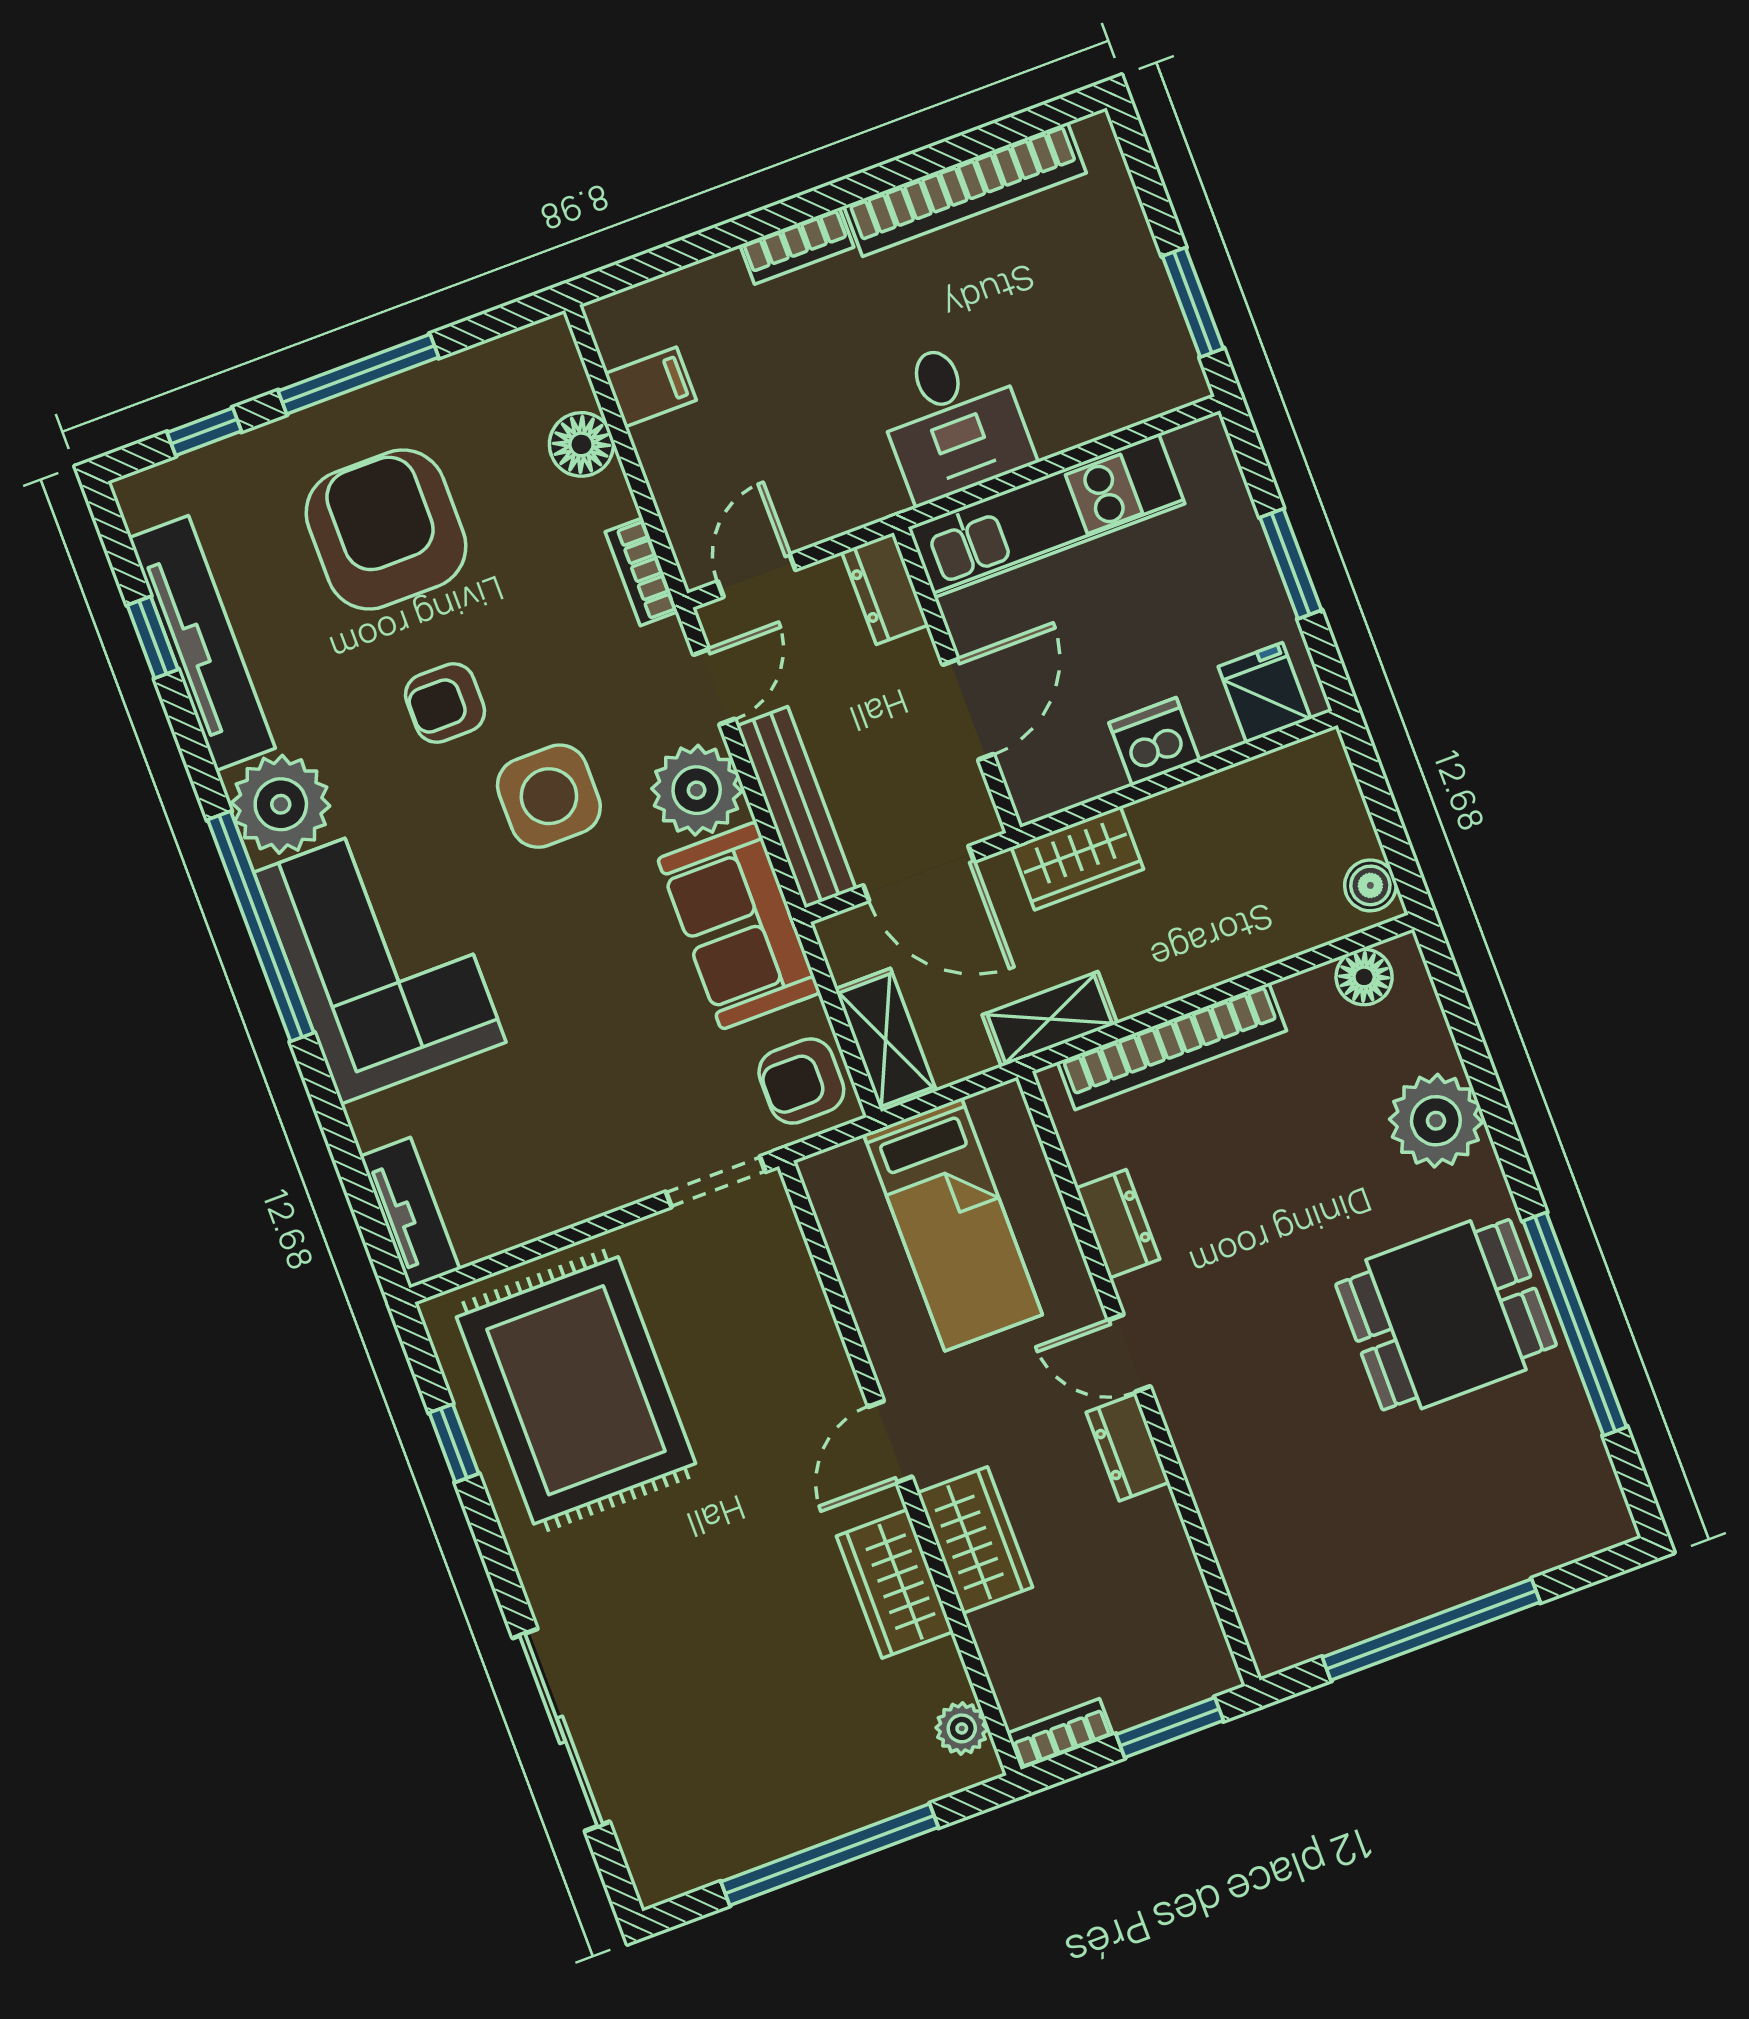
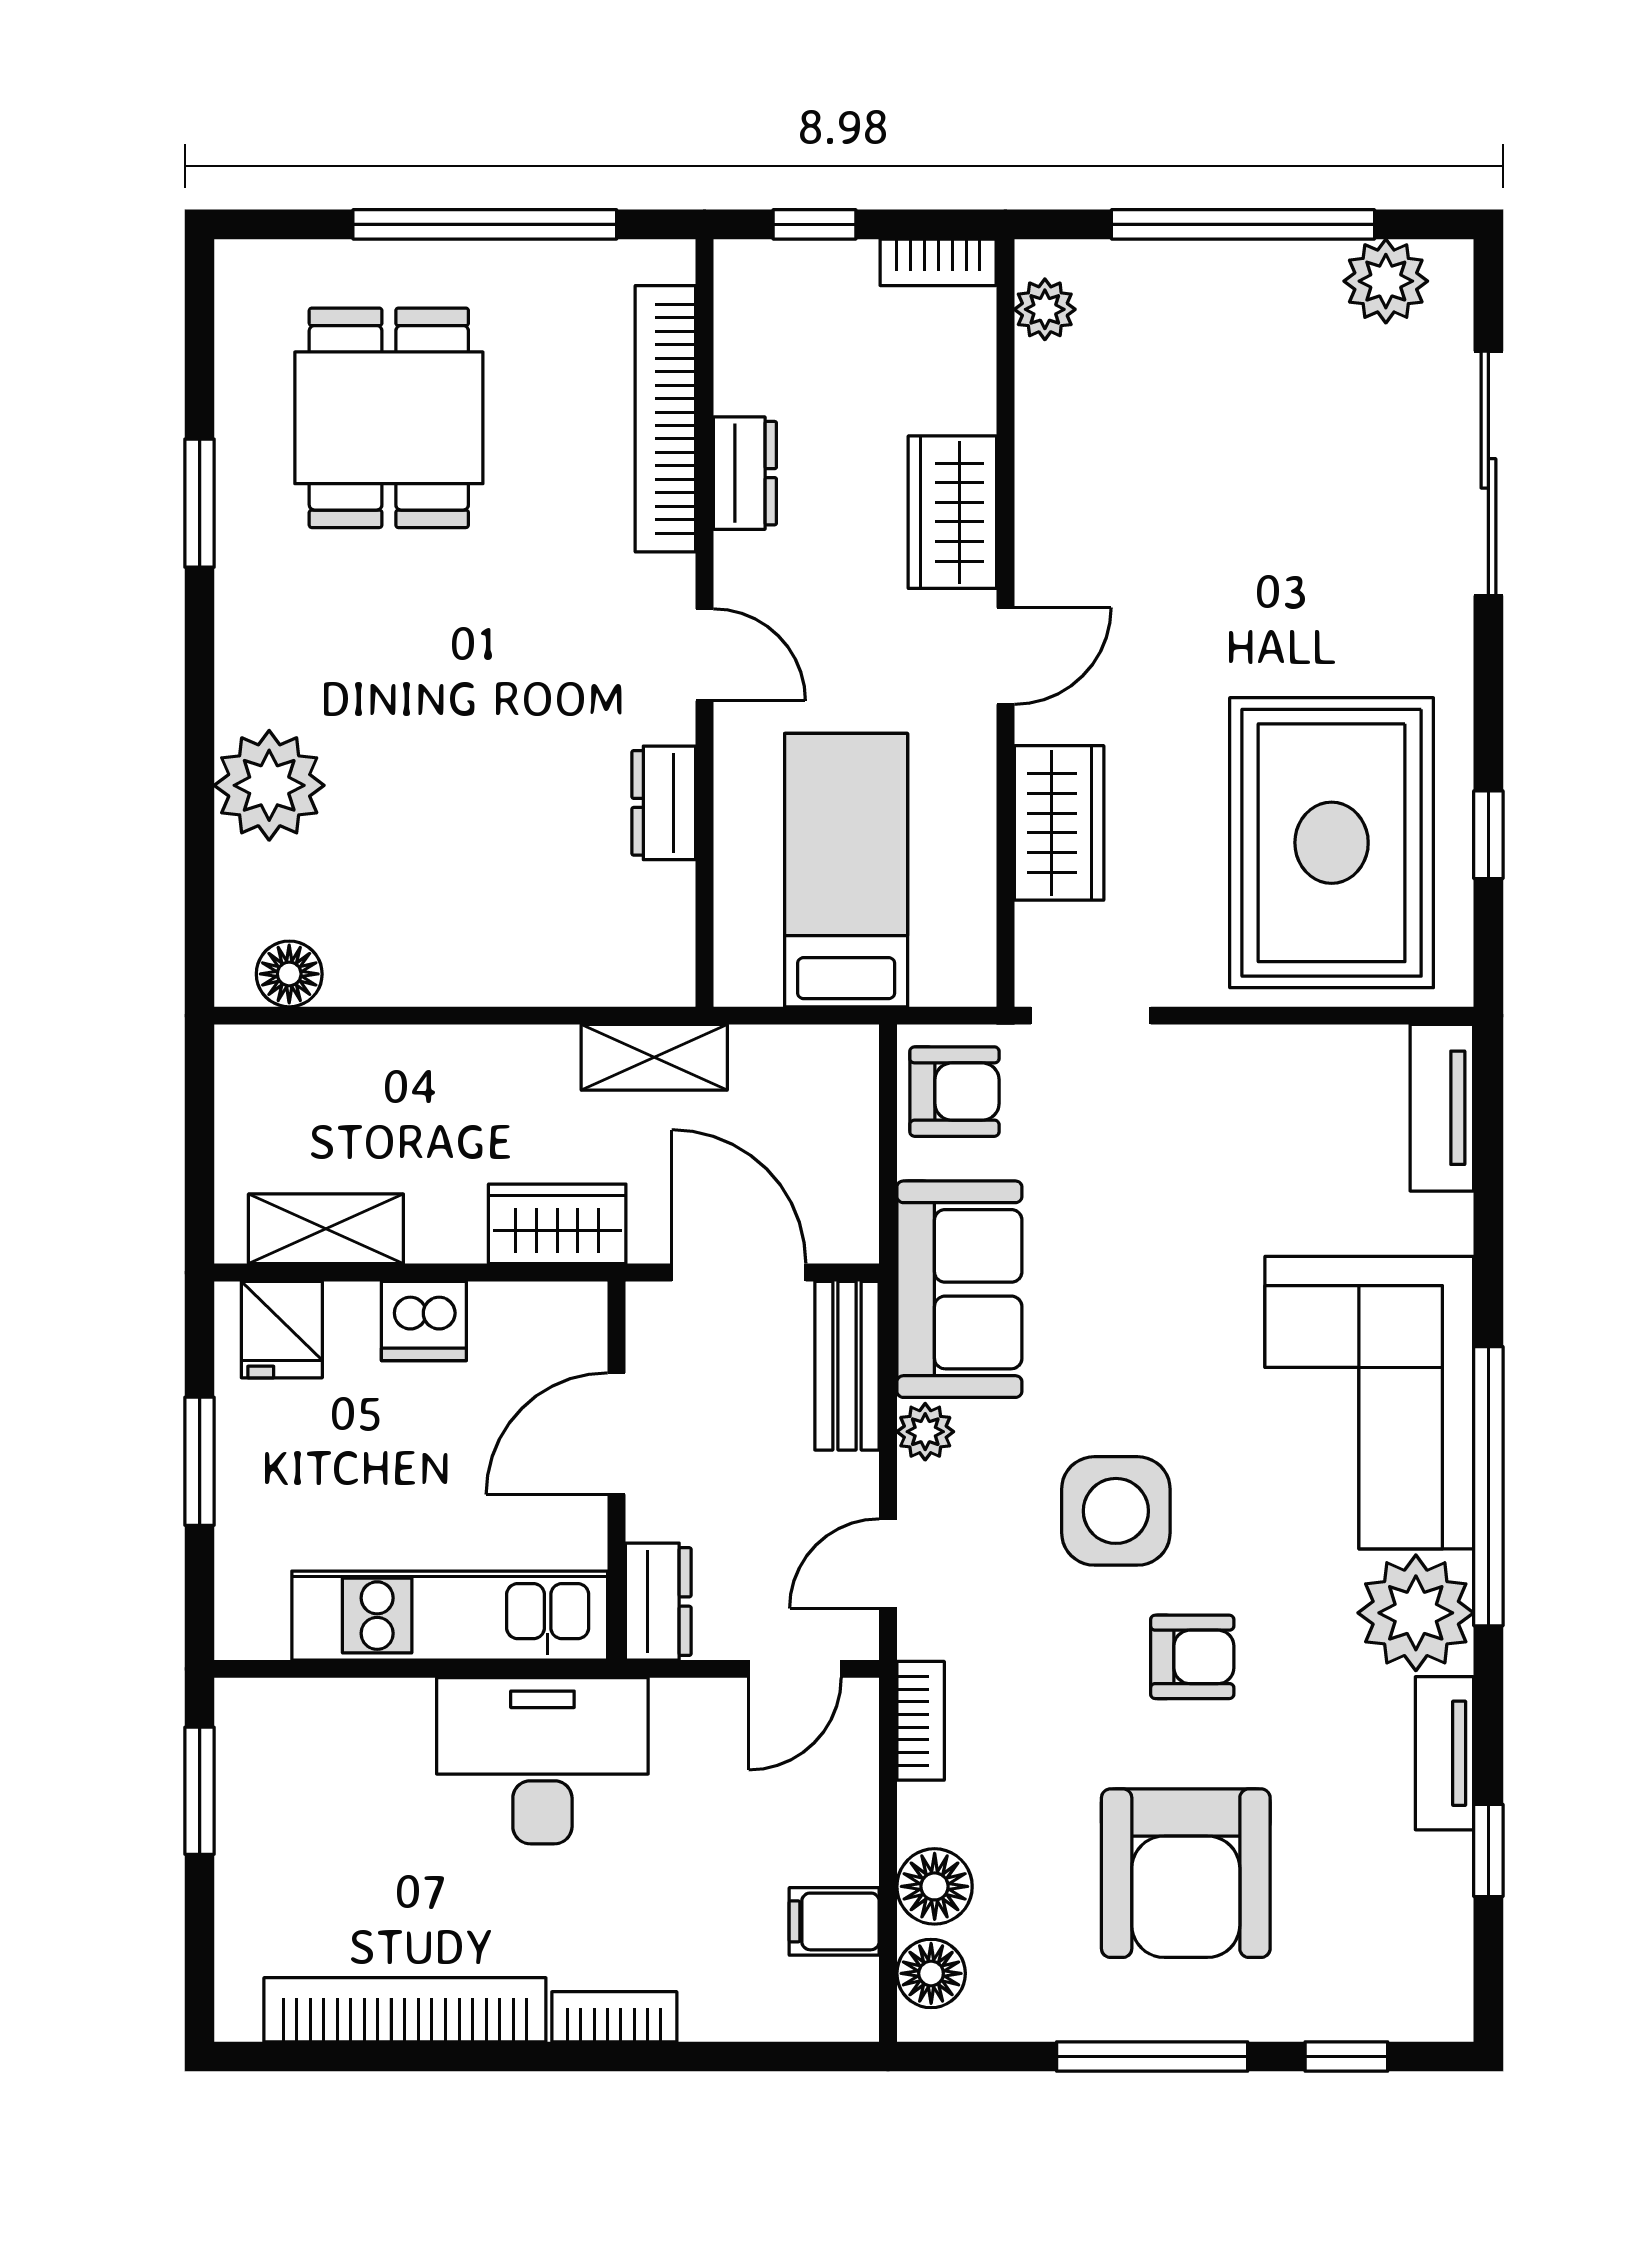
floor lamp: (558, 374) -> (931, 1973), added
desk: (953, 419) -> (542, 1761), width x1.37
tv unit: (202, 643) -> (1445, 1753), width x0.52, depth x0.78
plant: (697, 790) -> (925, 1432), width x0.53, depth x0.53
bench: (796, 807) -> (847, 1366), width x0.73
boiler: (1370, 885) -> (244, 1073), removed
shelving: (886, 1040) -> (326, 1229), moved, turned 90
bookcase: (1172, 1046) -> (665, 419), moved, turned -90
dining table: (1446, 1315) -> (389, 418), moved, turned 90
window: (1575, 1324) -> (200, 503), width x0.47
dresser: (1128, 1447) -> (745, 473), moved
wardrobe: (895, 1584) -> (1059, 823), moved
window: (1170, 1727) -> (814, 224), width x0.67
plant: (700, 1852) -> (1386, 281), added

